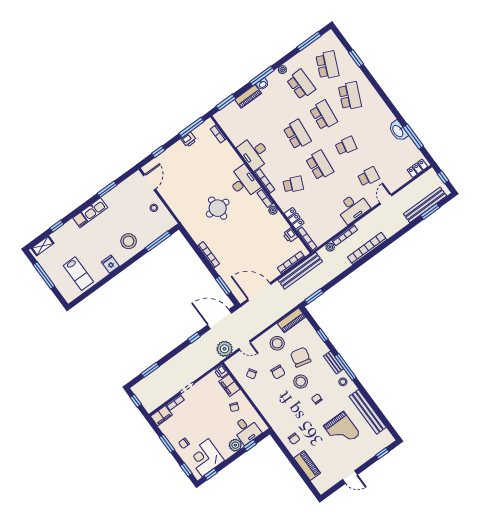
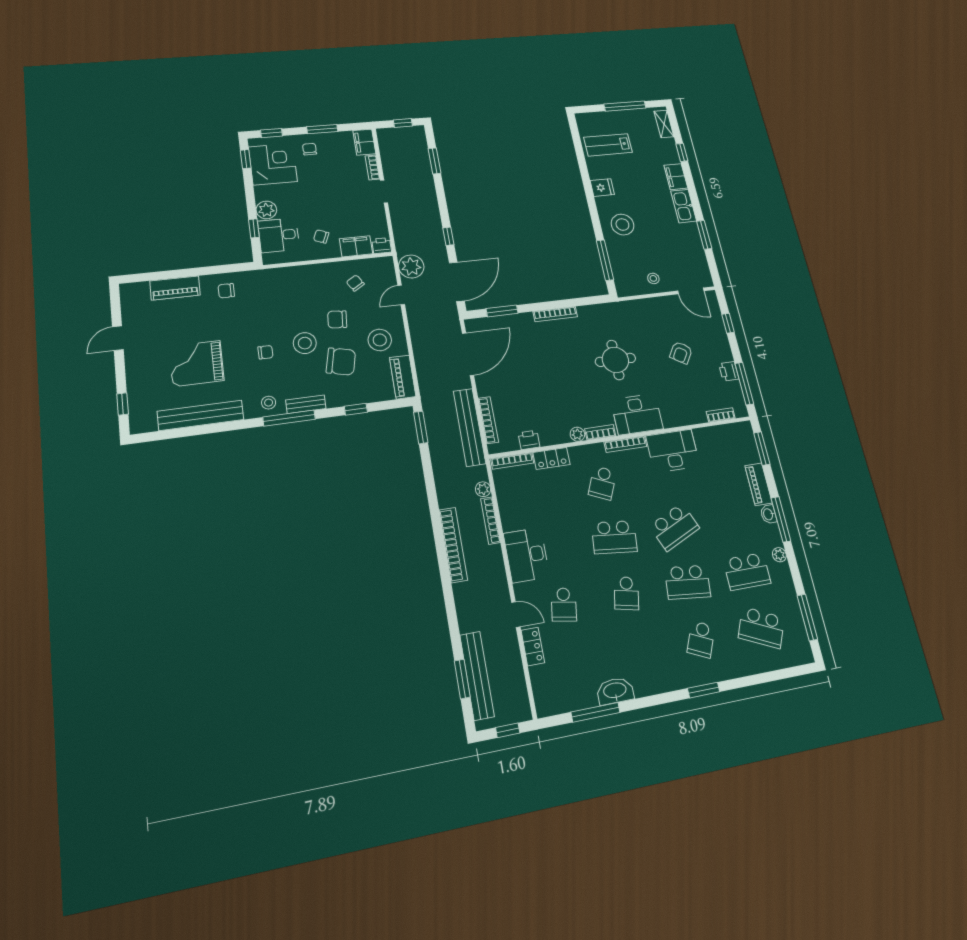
window: (356, 58) -> (704, 690), moved
school desk: (350, 96) -> (701, 639), width x0.54
school desk: (297, 134) -> (674, 527), turned -30
locker: (417, 168) -> (533, 646), moved
armchair: (192, 172) -> (681, 353), added
filing cabinet: (80, 220) -> (676, 177), width x2.00

